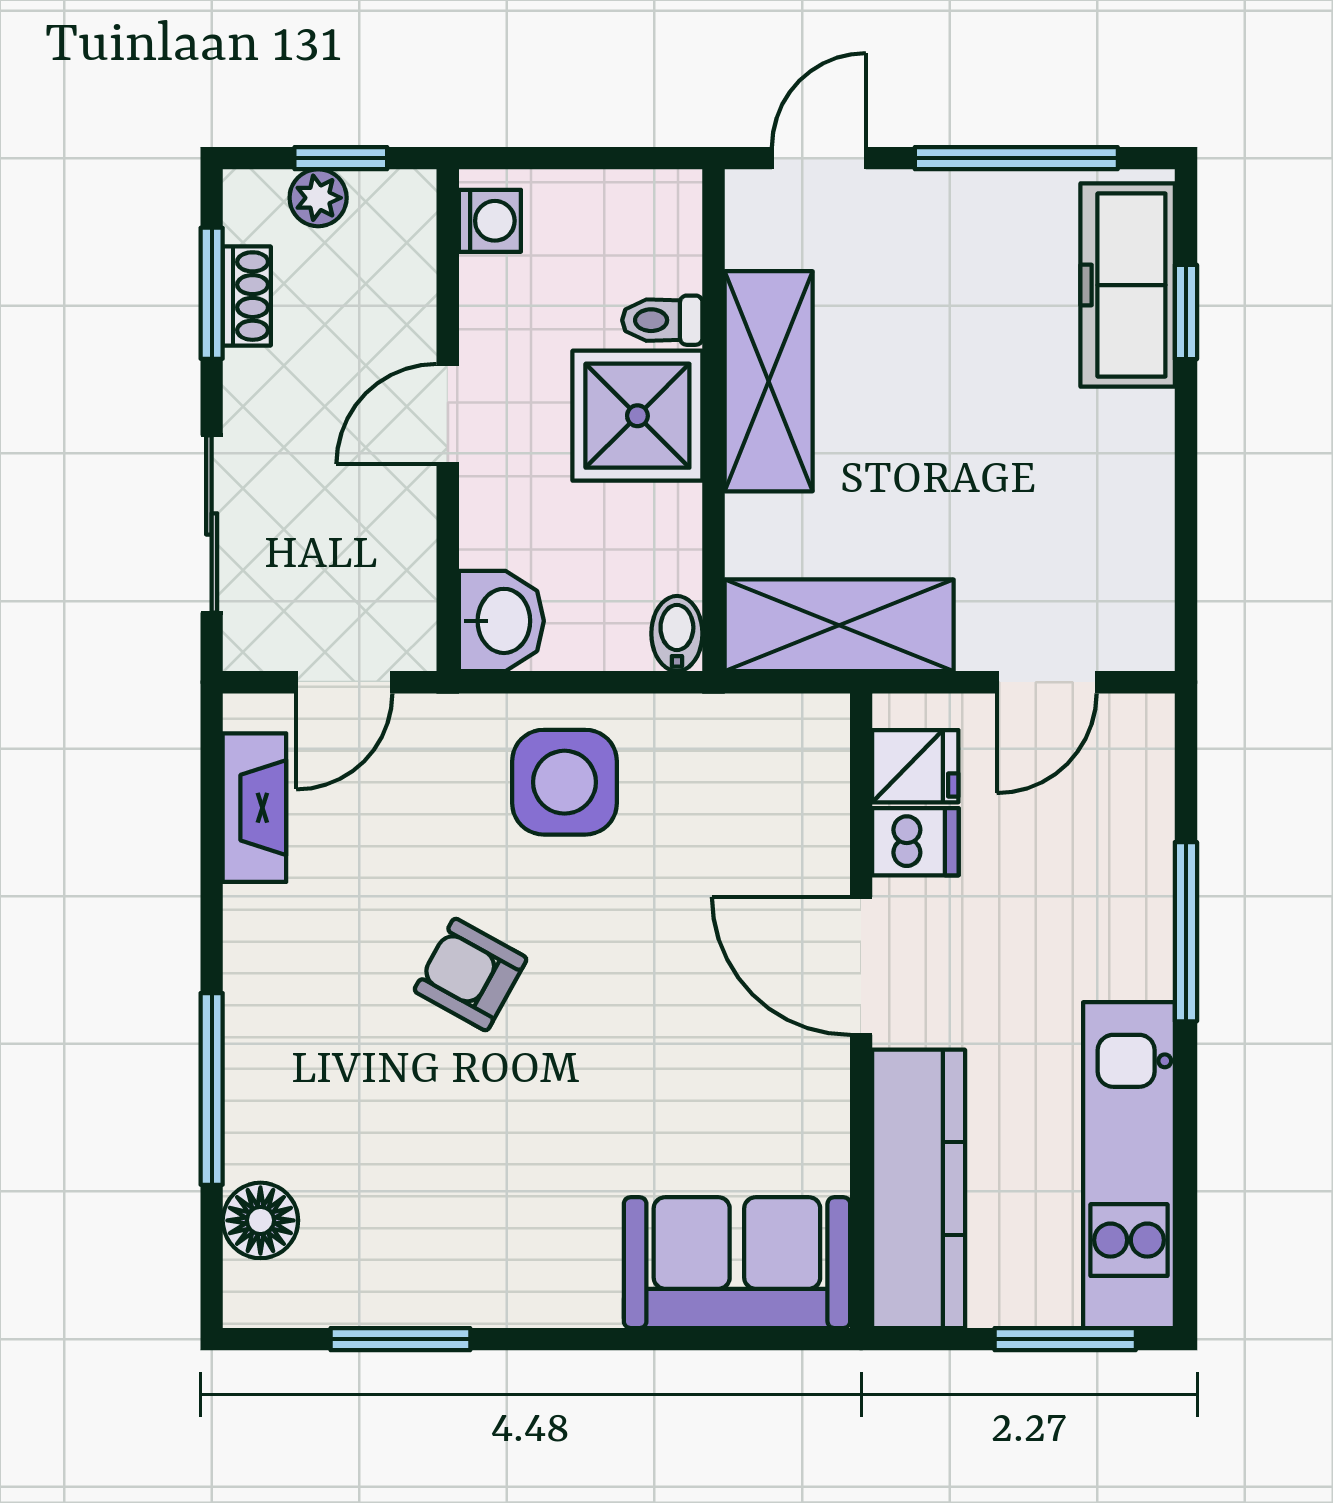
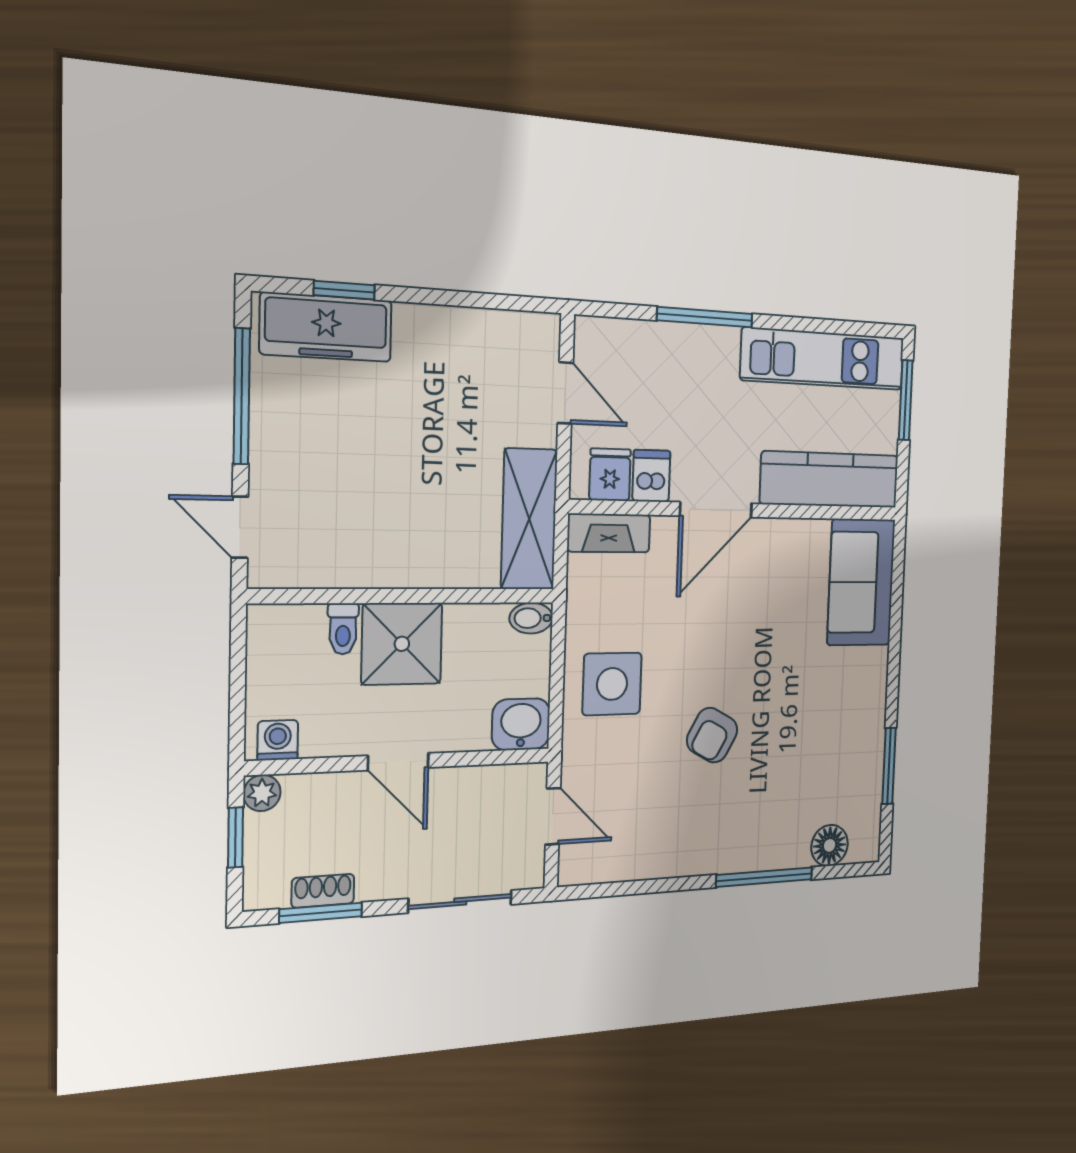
plant: (318, 198) -> (262, 793), moved
shelving: (769, 381) -> (382, 561), removed
fireplace: (254, 808) -> (609, 533), moved, turned 180

